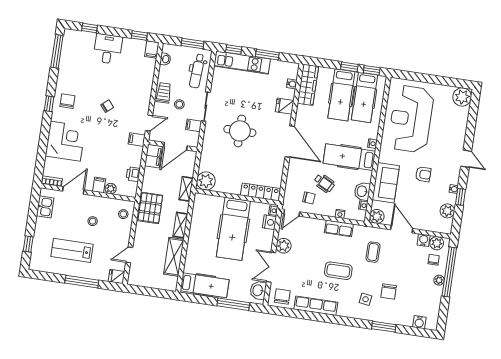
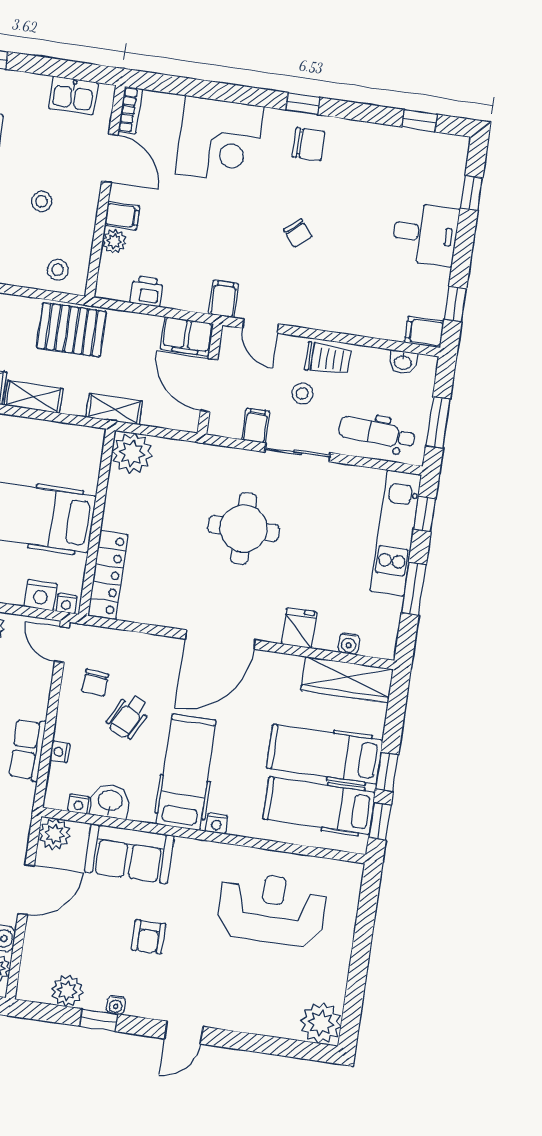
window: (57, 51) -> (420, 121), width x0.46
reception desk: (411, 119) -> (272, 909), width x0.74, depth x0.77

